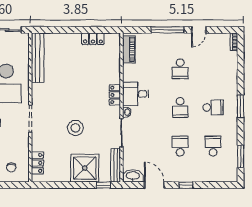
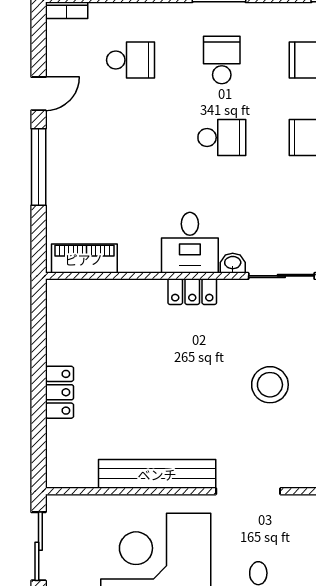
door: (199, 30) -> (39, 94), hinge flipped
locker: (93, 39) -> (59, 392), moved
bench: (38, 58) -> (157, 474), moved
school desk: (180, 69) -> (131, 60), moved

